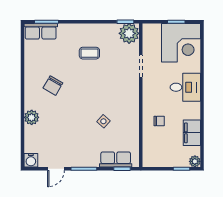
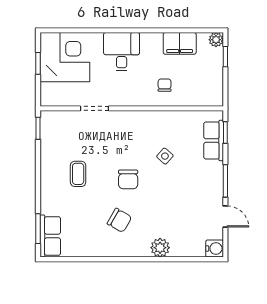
plant: (129, 33) -> (53, 123), removed
chair: (85, 92) -> (128, 179), added

